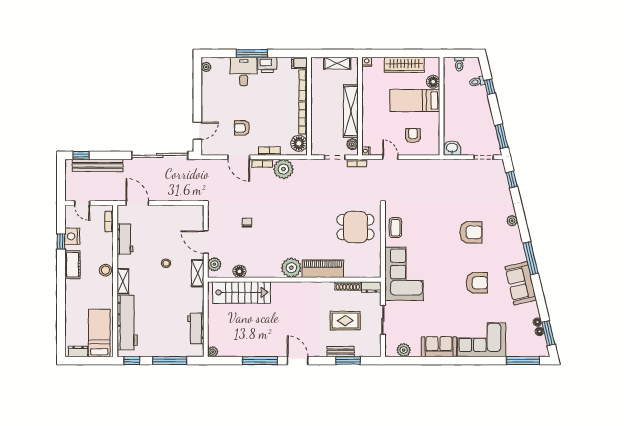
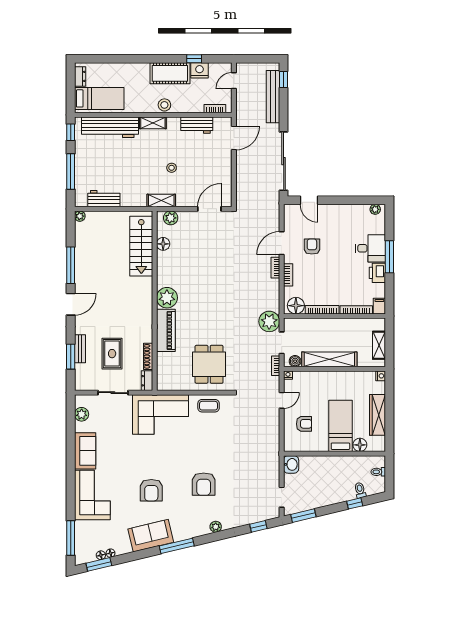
plant: (283, 169) -> (269, 321), moved
chair: (247, 223) -> (214, 252), removed
door: (206, 242) -> (209, 209), moved
cot: (72, 265) -> (170, 73), width x1.37, depth x1.34

